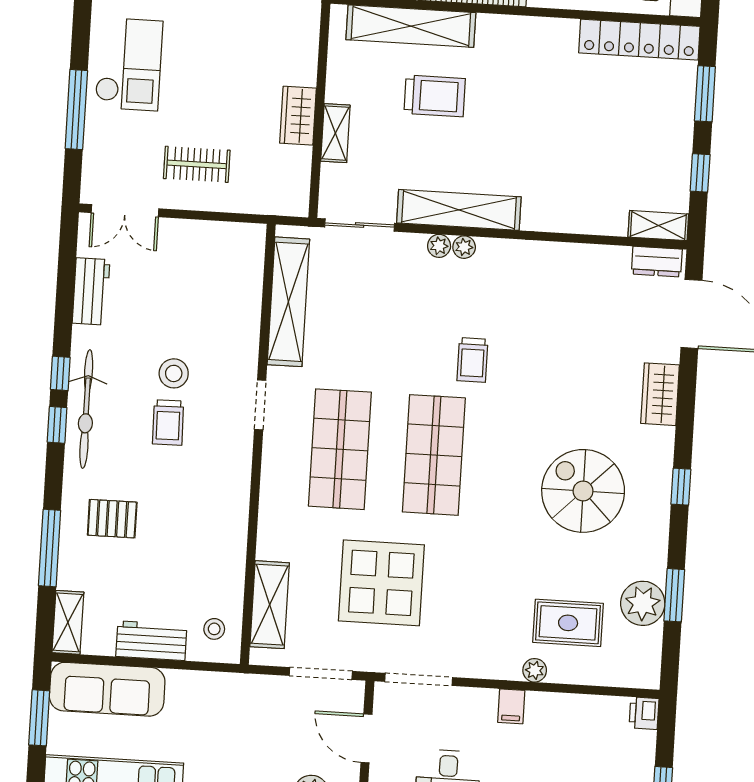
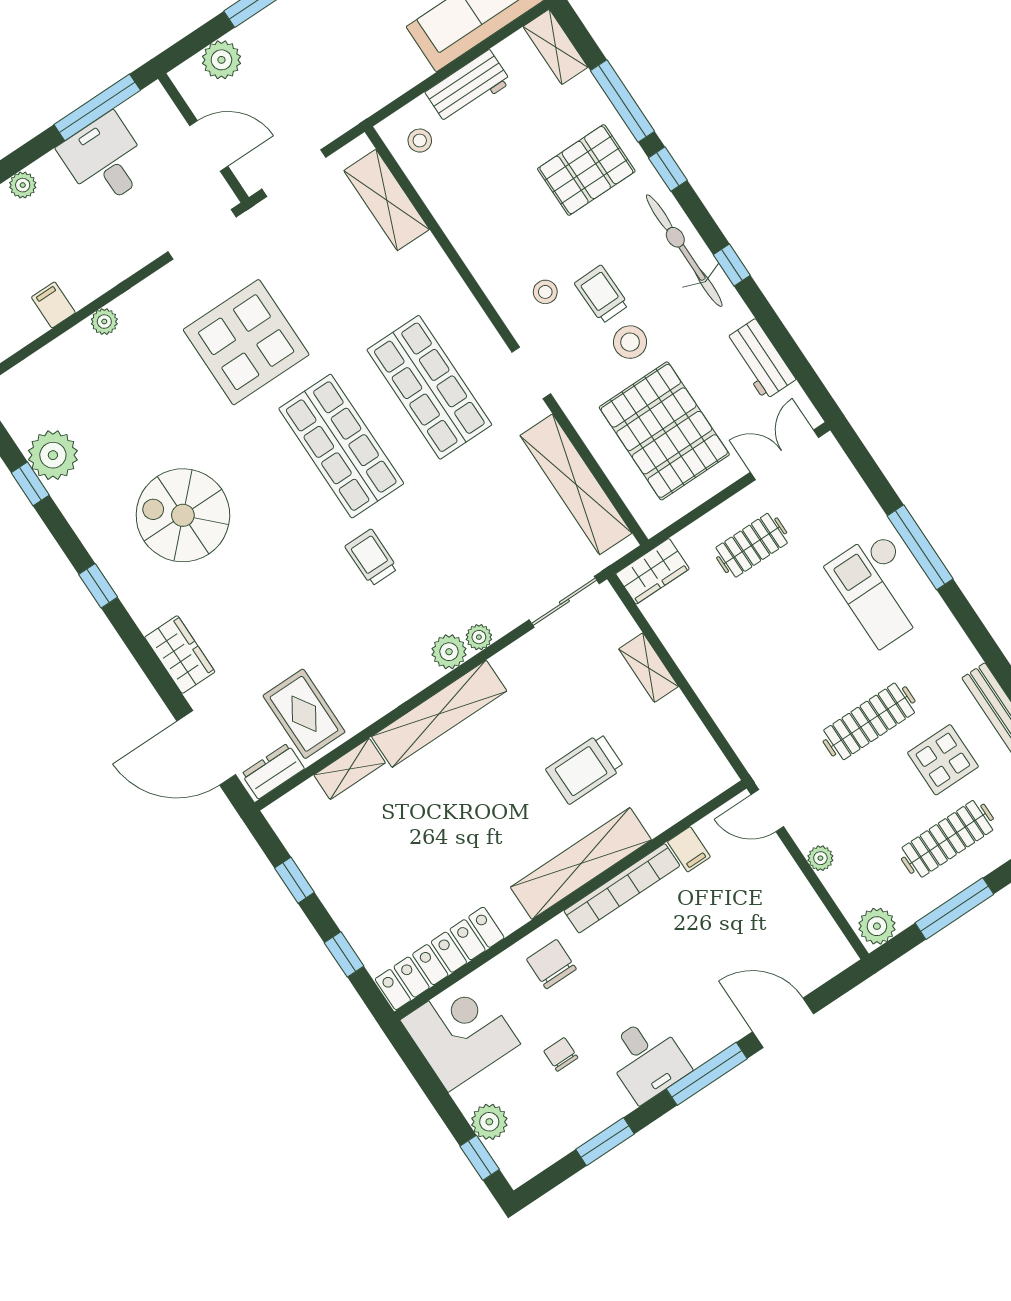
shelving: (411, 26) -> (581, 863), moved
window: (705, 94) -> (344, 954), width x0.67
window: (76, 110) -> (920, 547), moved
wardrobe: (298, 116) -> (652, 571), moved, turned 90
shelving: (459, 210) -> (439, 714), moved
shelving: (658, 226) -> (350, 769), moved
plant: (464, 247) -> (449, 652), width x1.38, depth x1.38
pallet: (197, 292) -> (664, 431), added
window: (57, 425) -> (668, 169), moved
stool: (207, 454) -> (545, 292), added
spiral stairs: (583, 491) -> (183, 515), turned 180
pallet: (112, 519) -> (586, 170), width x1.50, depth x1.42
display table: (381, 583) -> (246, 342), moved
window: (674, 595) -> (30, 484), width x0.67
rug: (568, 623) -> (304, 714), moved, turned 90
filing cabinet: (511, 706) -> (53, 305), moved

